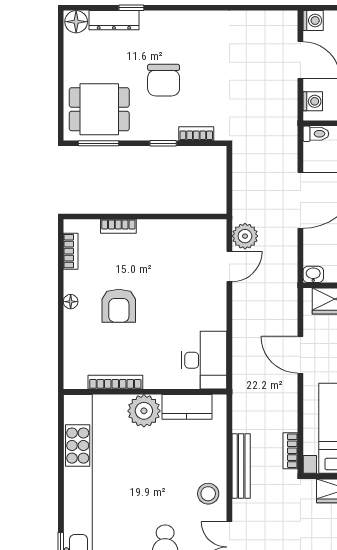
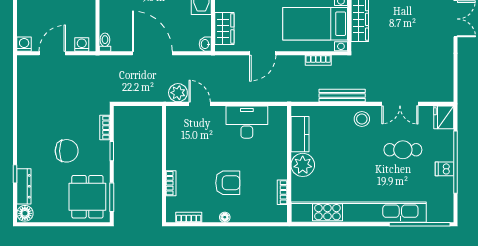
desk: (204, 360) -> (247, 122), moved
bookcase: (115, 382) -> (282, 192), width x0.64
bookcase: (290, 451) -> (318, 60), moved

